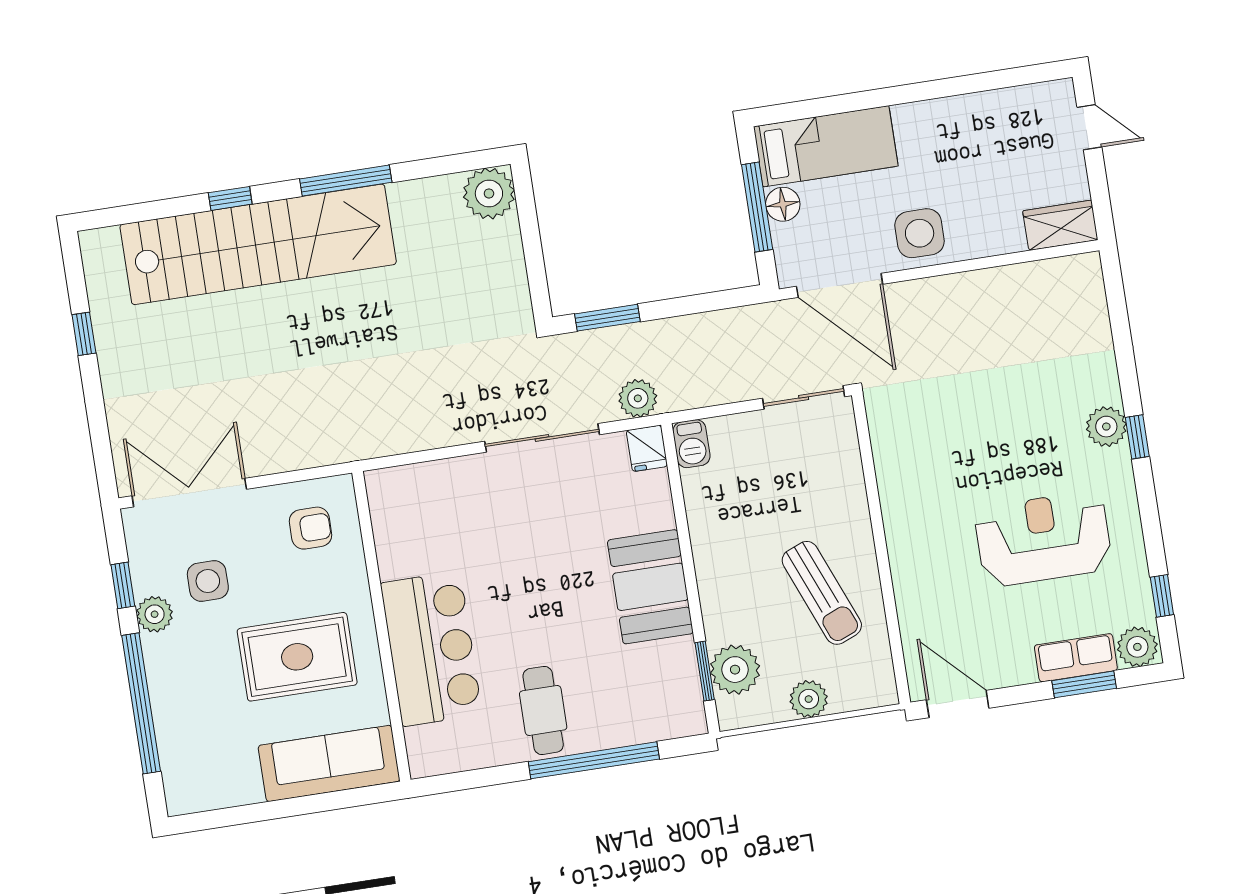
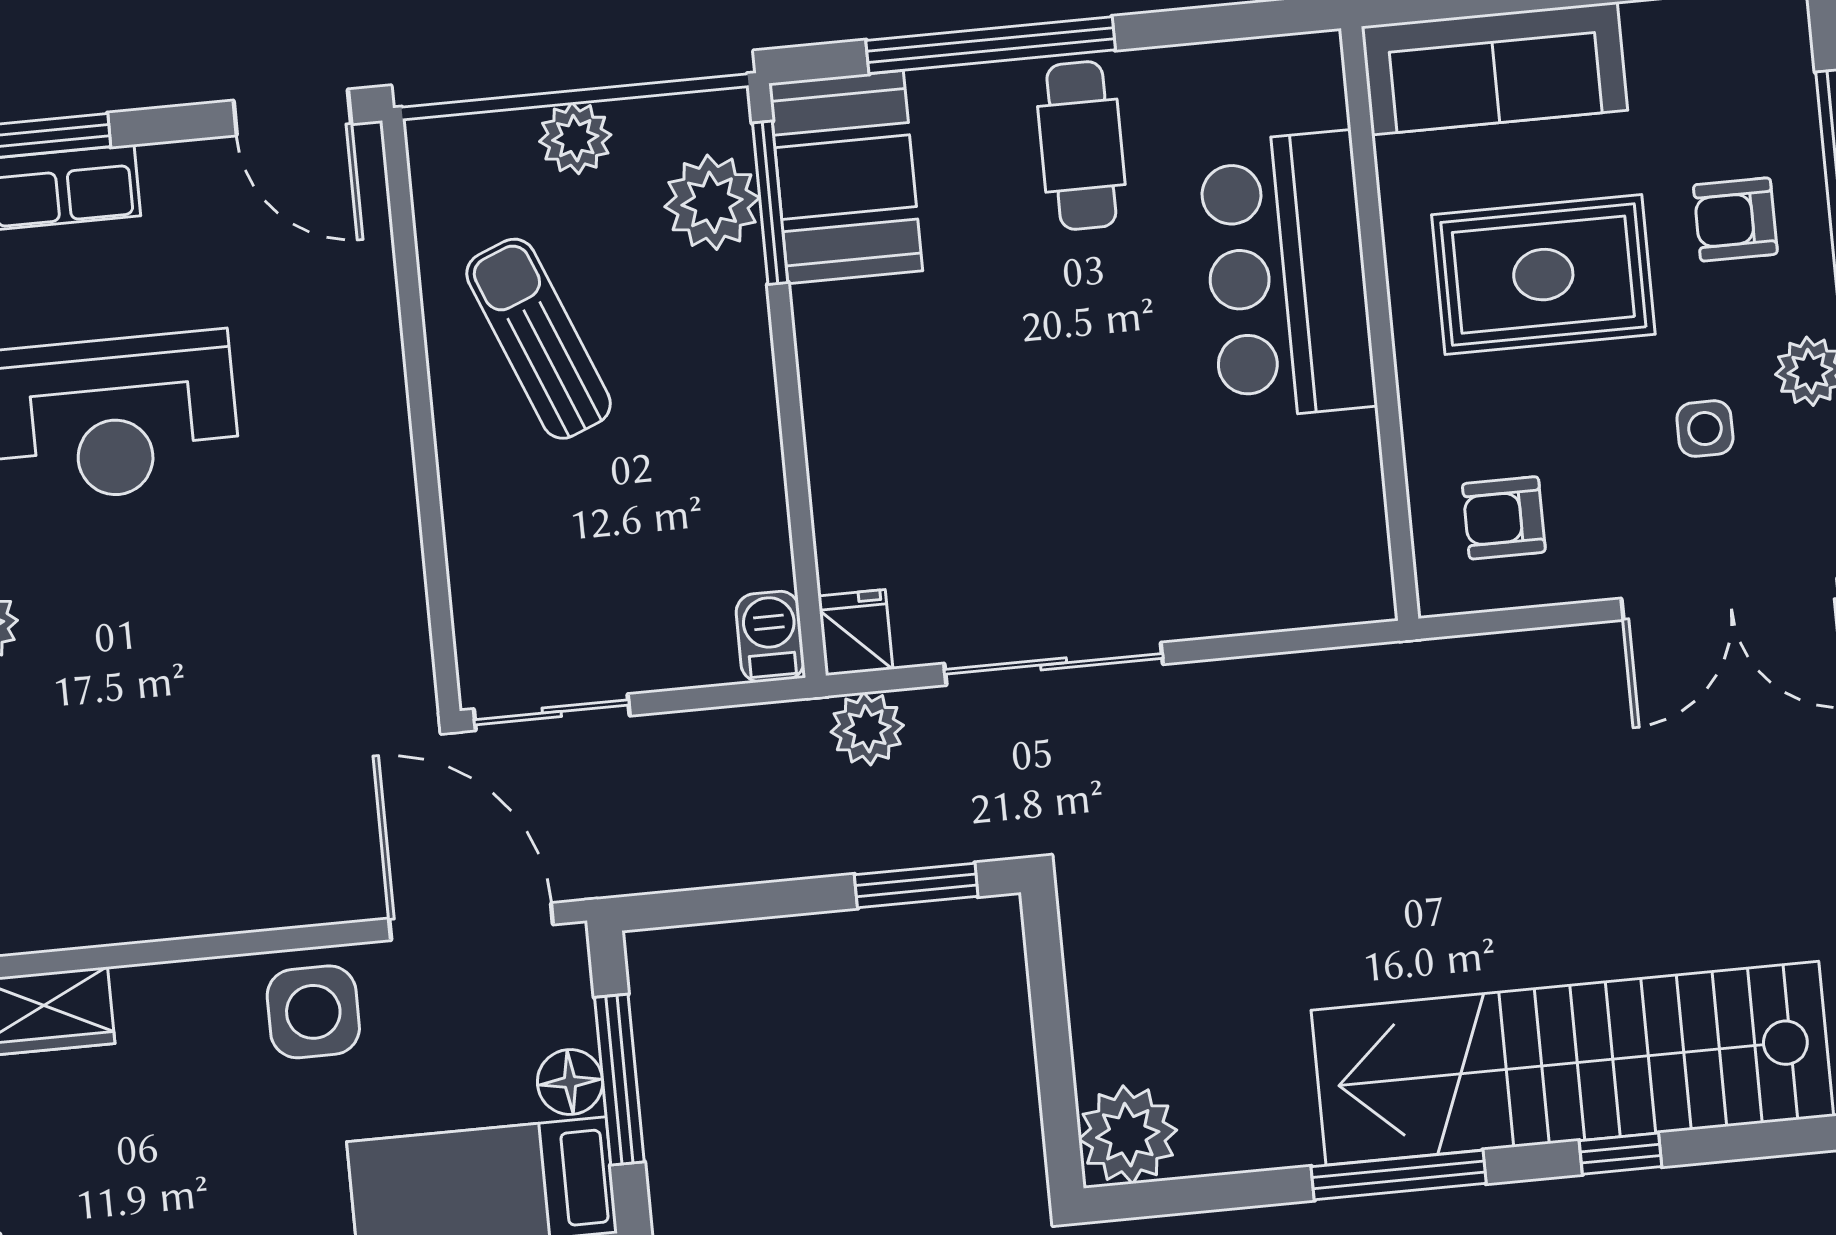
side table: (208, 581) -> (1705, 429), width x0.73, depth x0.73
booth: (650, 587) -> (846, 177), moved
window: (705, 671) -> (770, 203), width x1.44
armchair: (198, 691) -> (1735, 219), added

